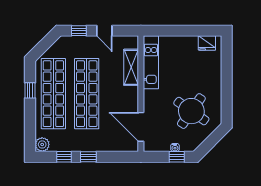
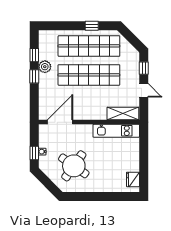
door: (104, 31) -> (144, 90), swing flipped
shelving: (131, 67) -> (123, 114), moved
plant: (42, 144) -> (45, 67), moved

